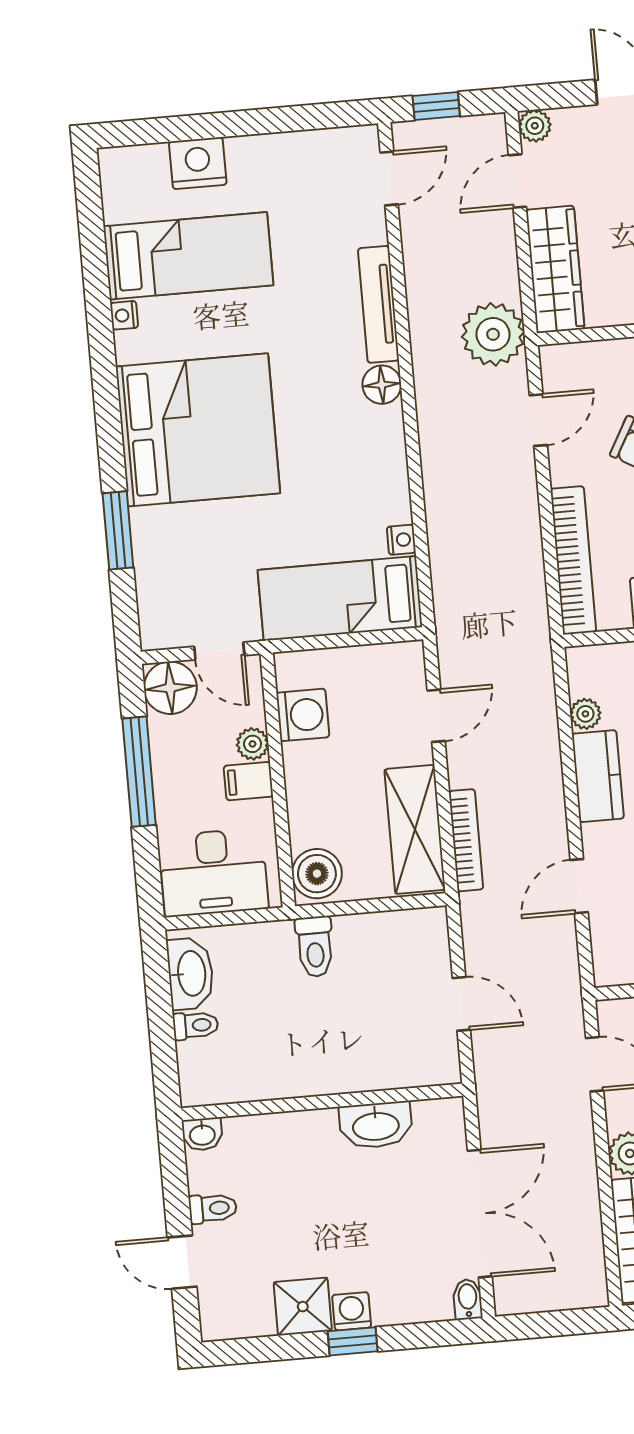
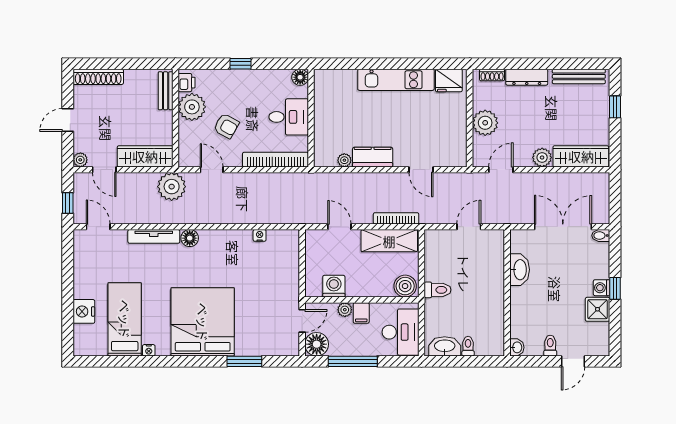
bed: (340, 599) -> (283, 265), removed

